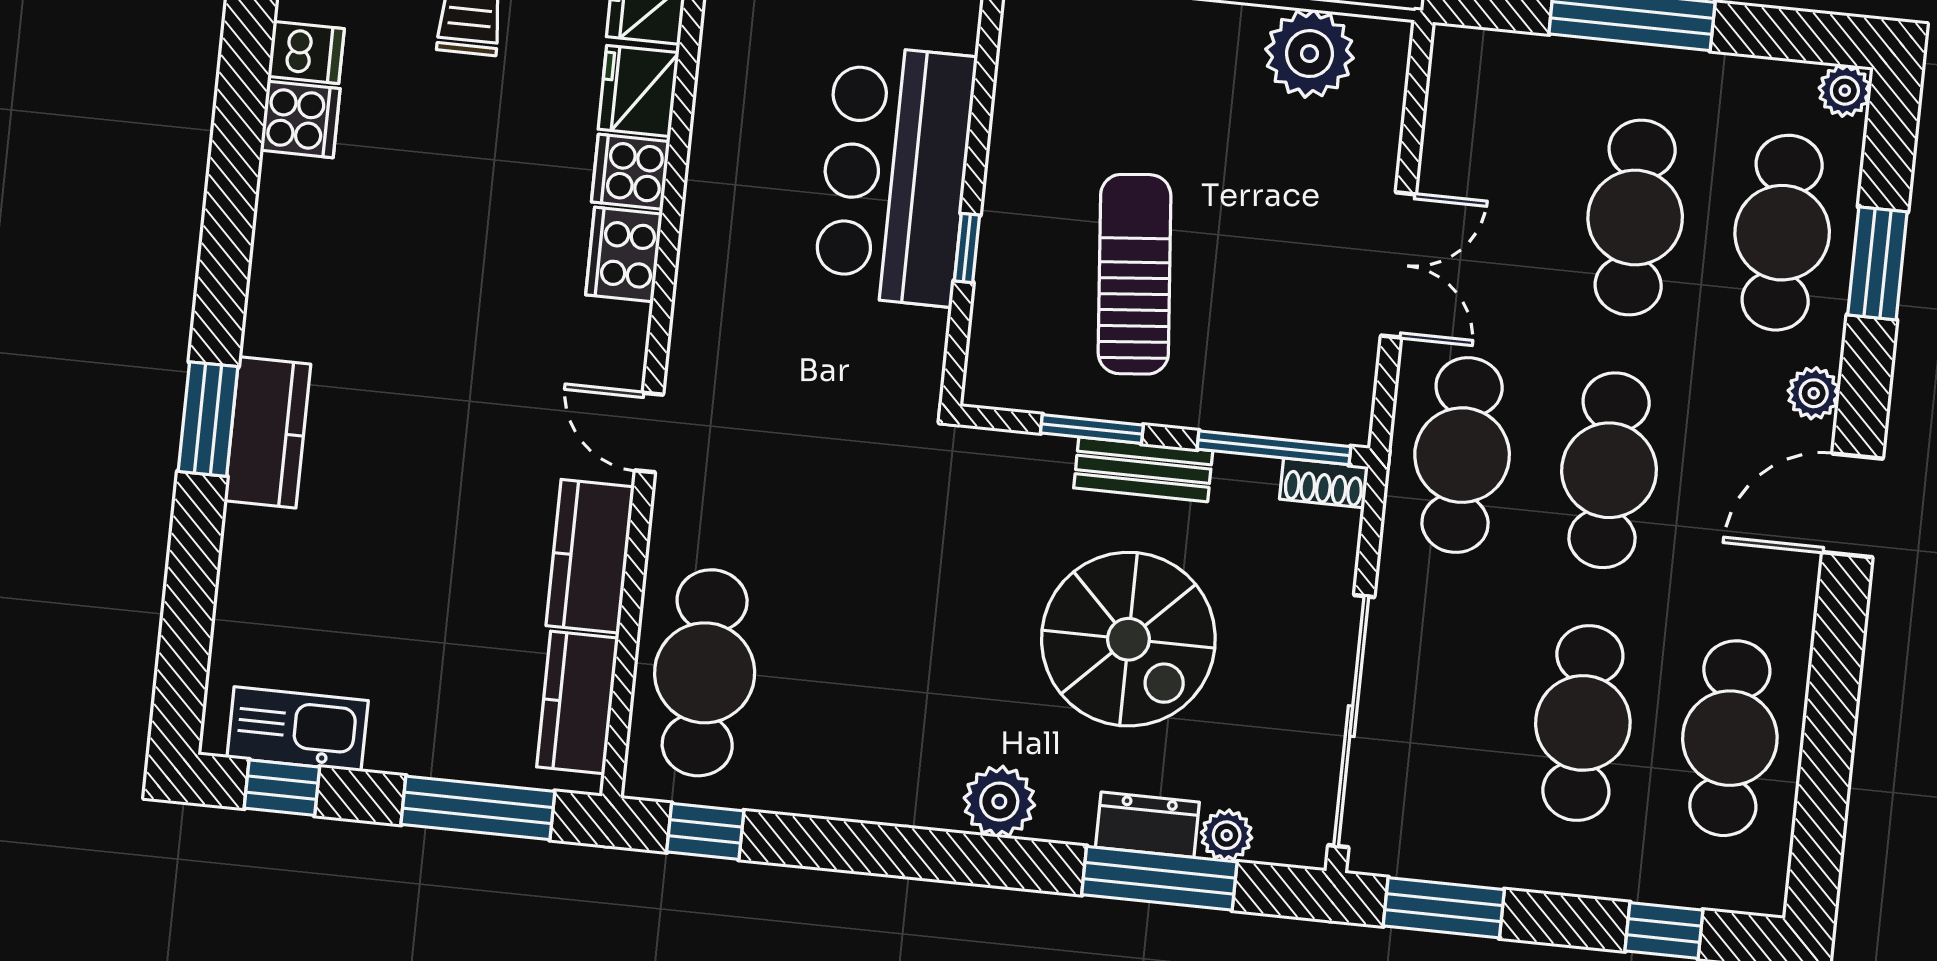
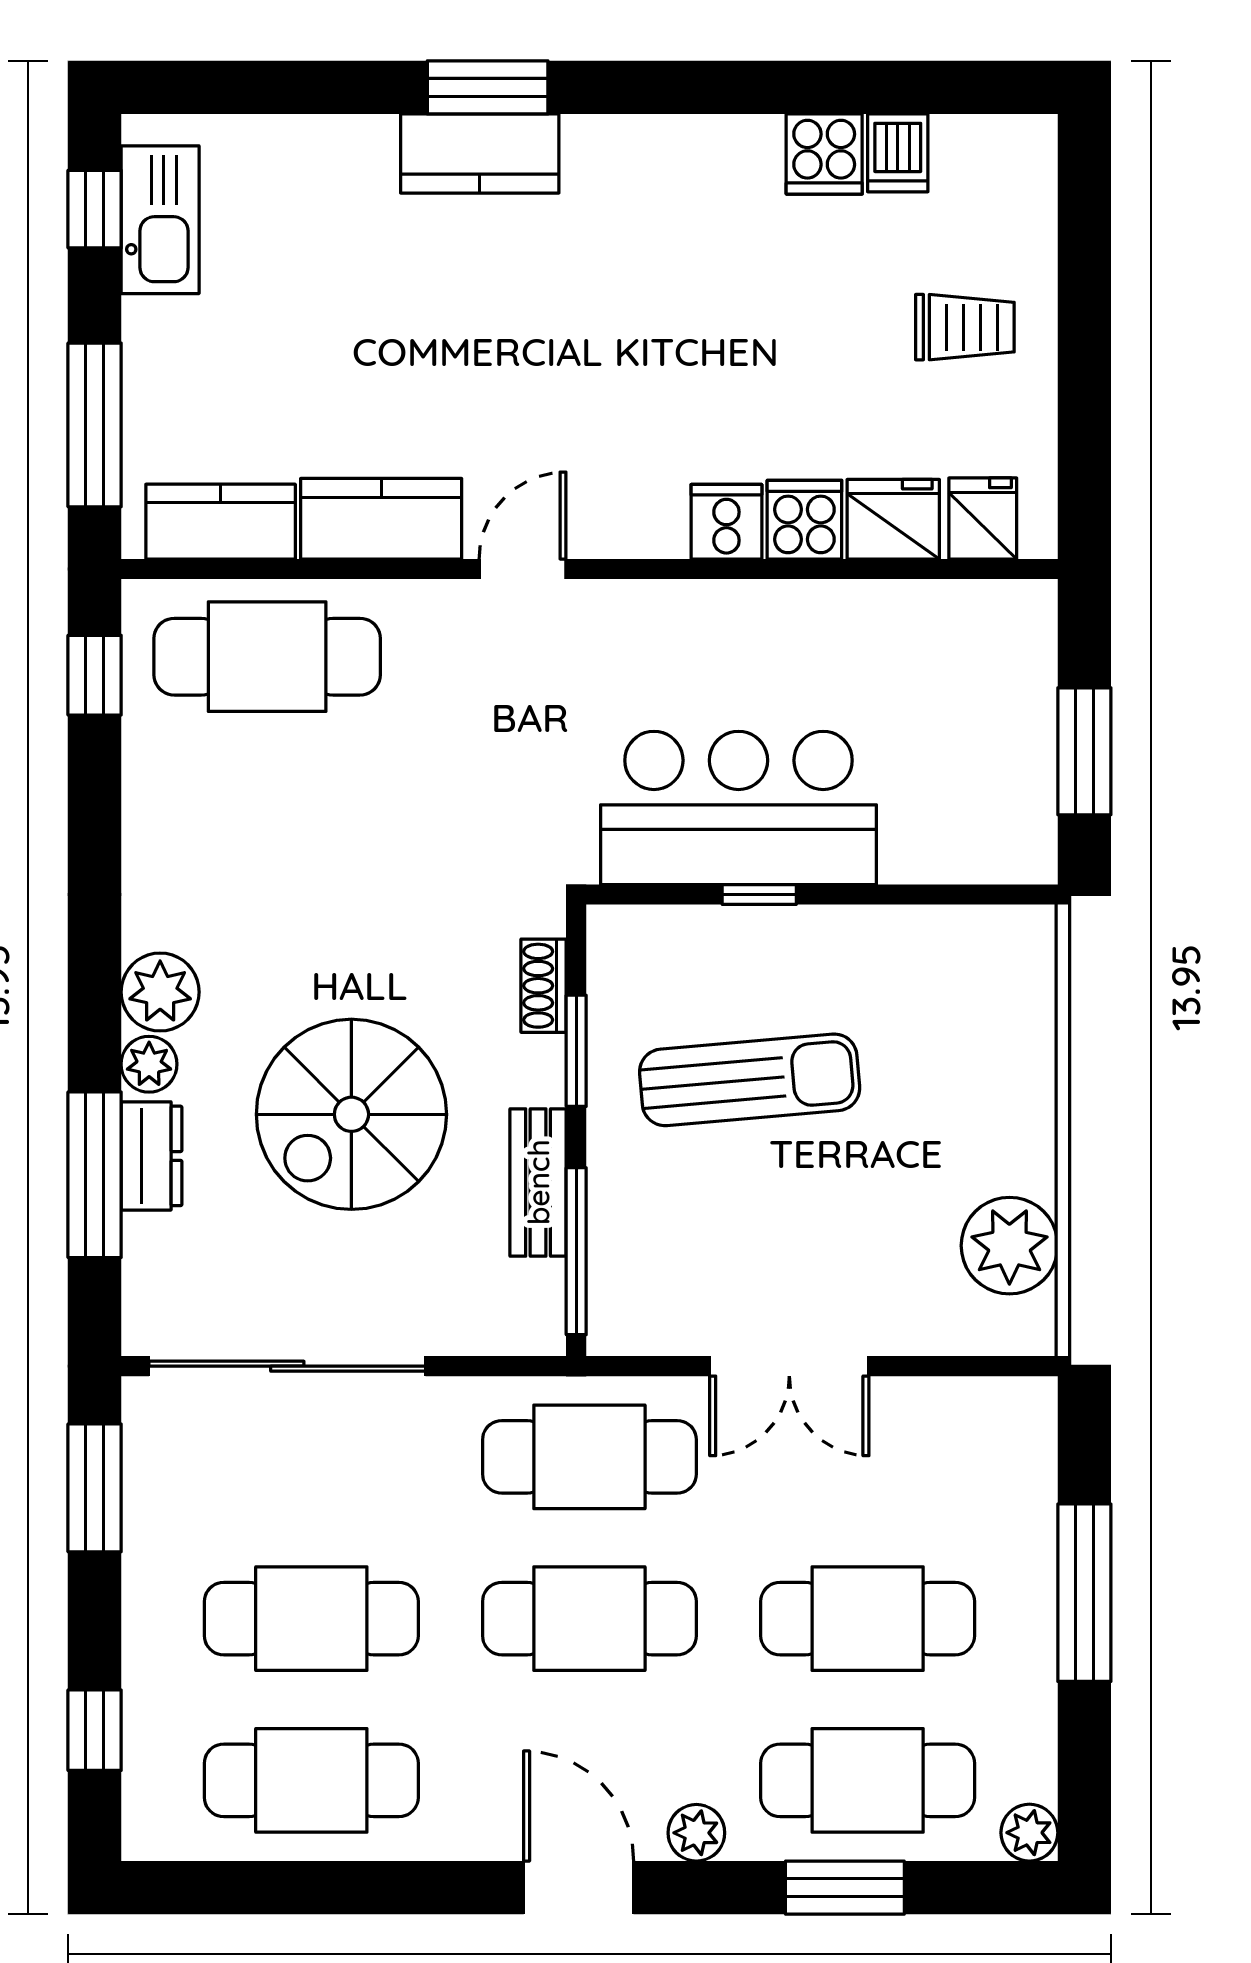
bar counter: (895, 175) -> (738, 808), moved
cooker: (624, 254) -> (726, 522), width x0.73
bench: (1143, 469) -> (538, 1182), moved
shoe rack: (1324, 483) -> (544, 986), moved
plant: (1227, 835) -> (149, 1064), moved

